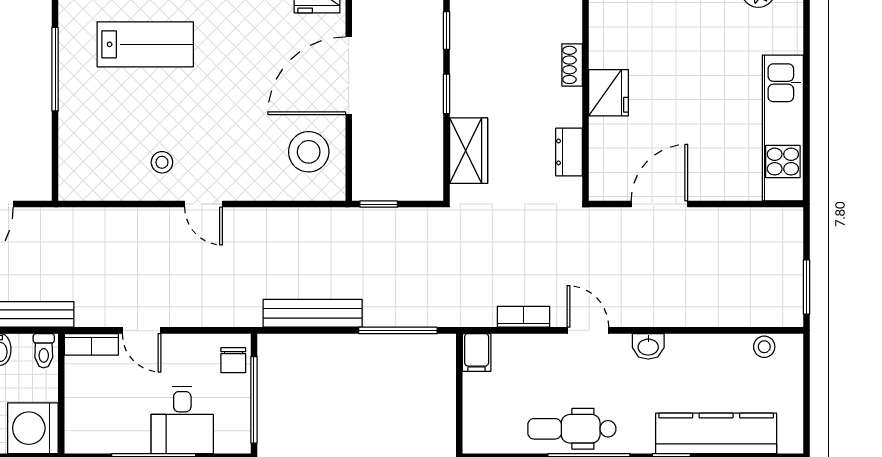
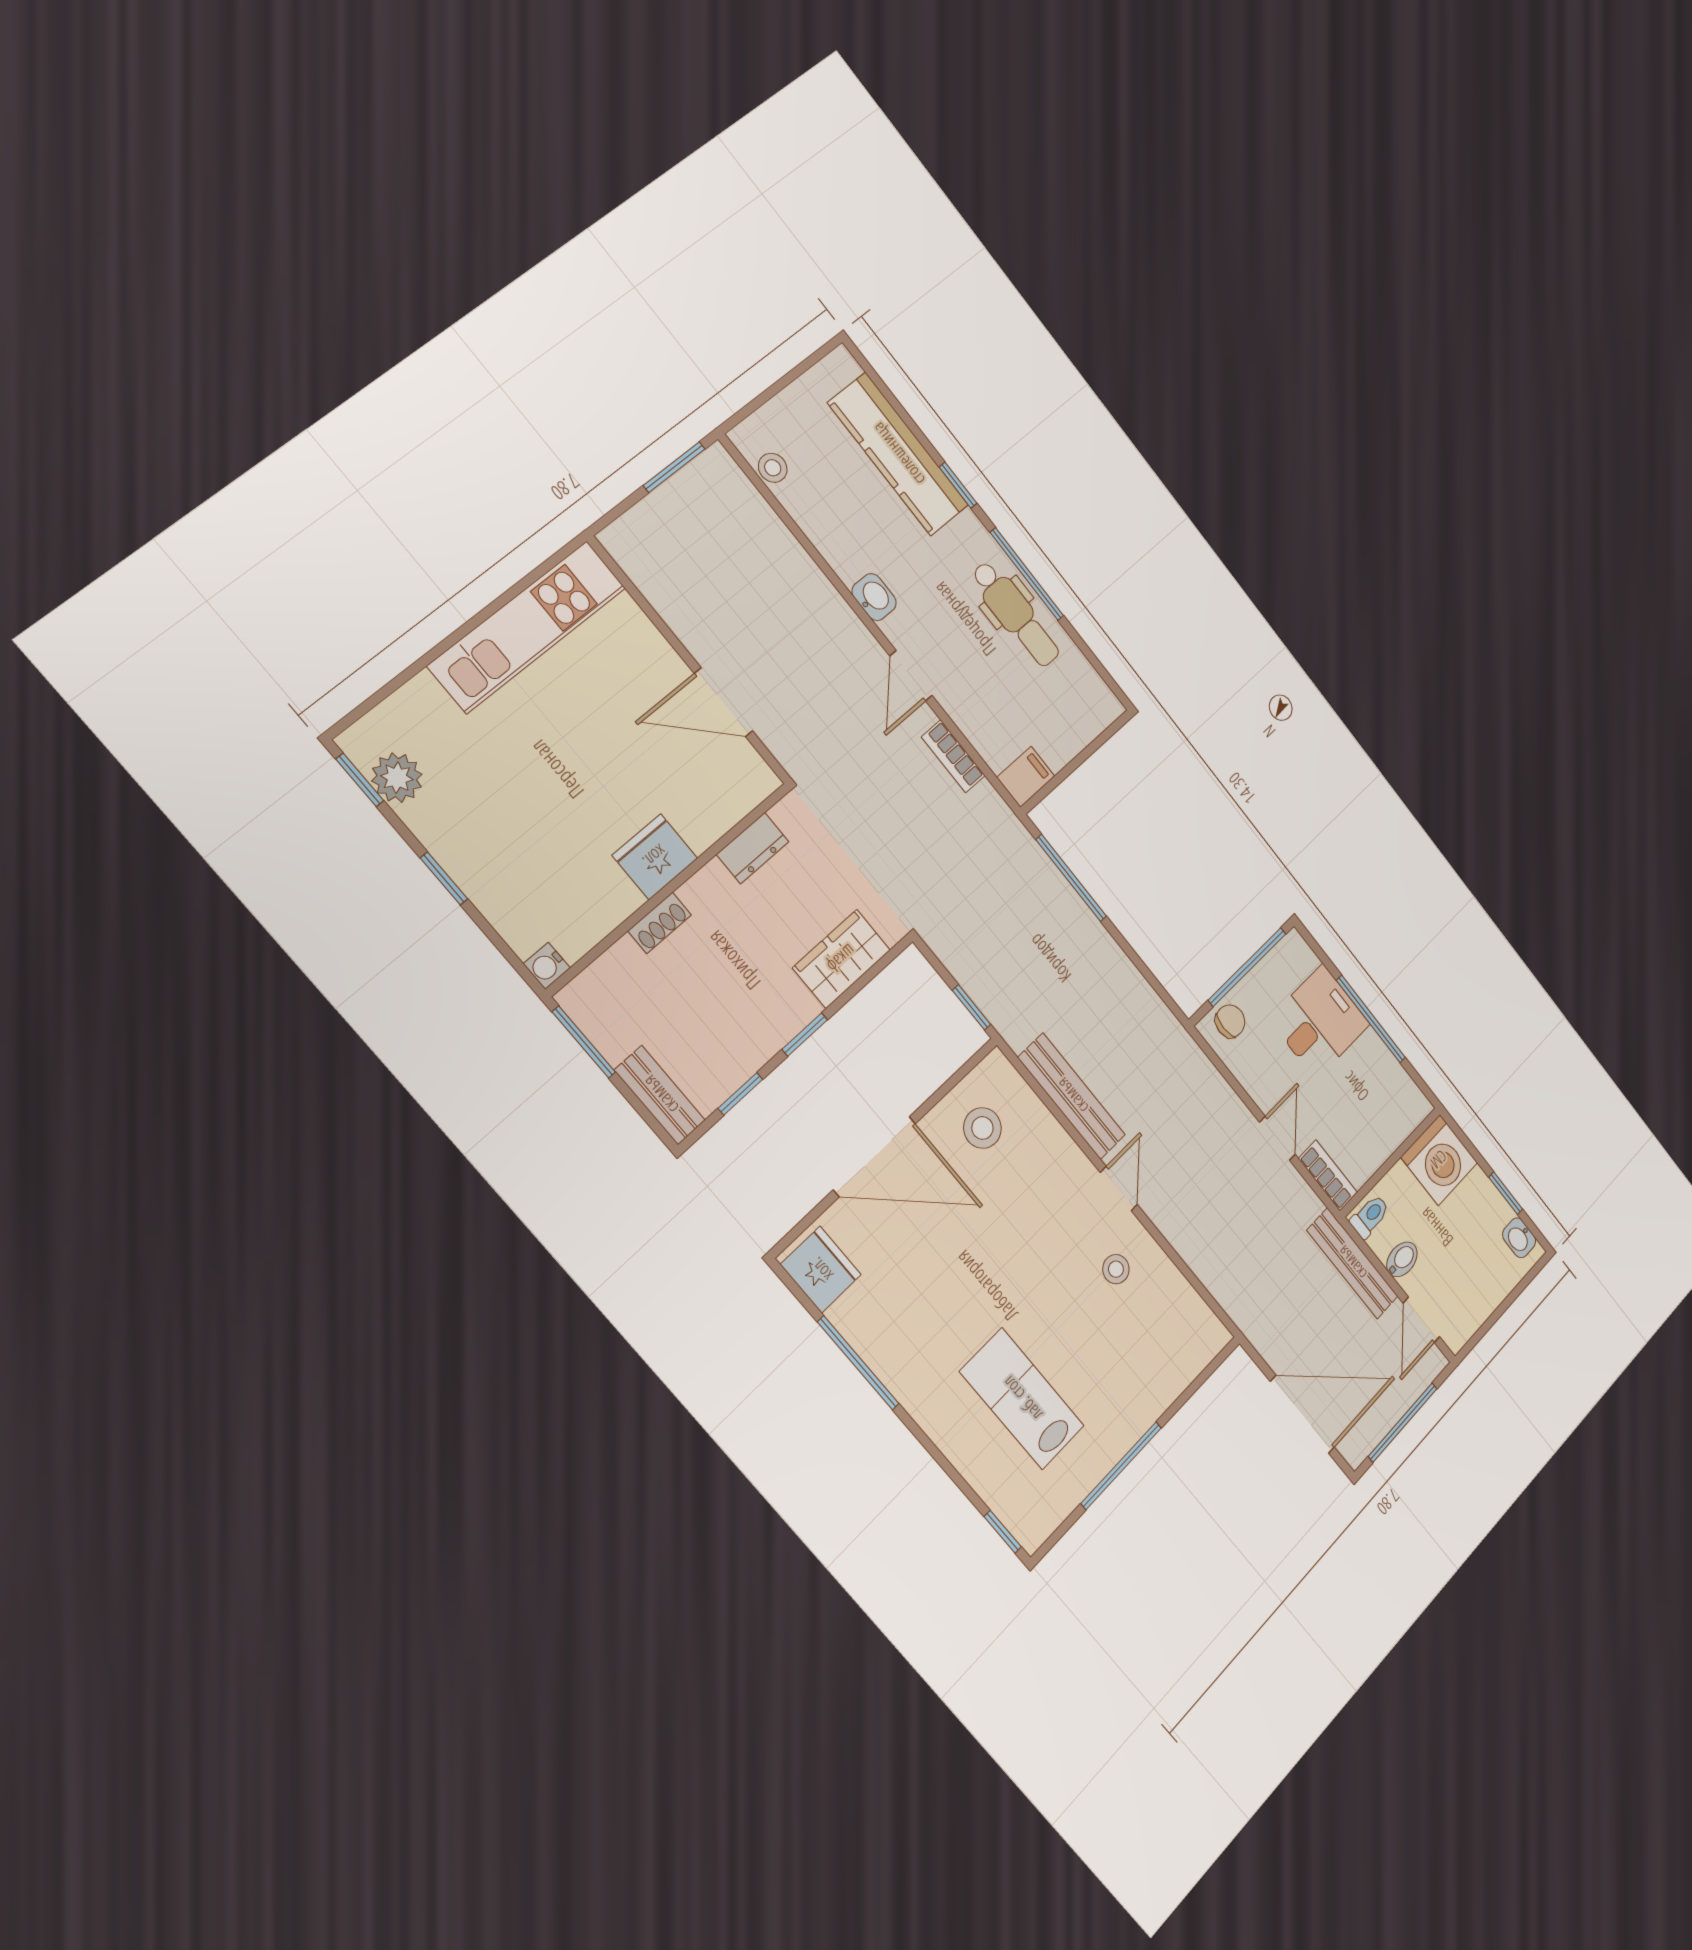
stool: (309, 152) -> (982, 1128), width x0.73, depth x0.73
bench: (313, 313) -> (1072, 1096), moved

